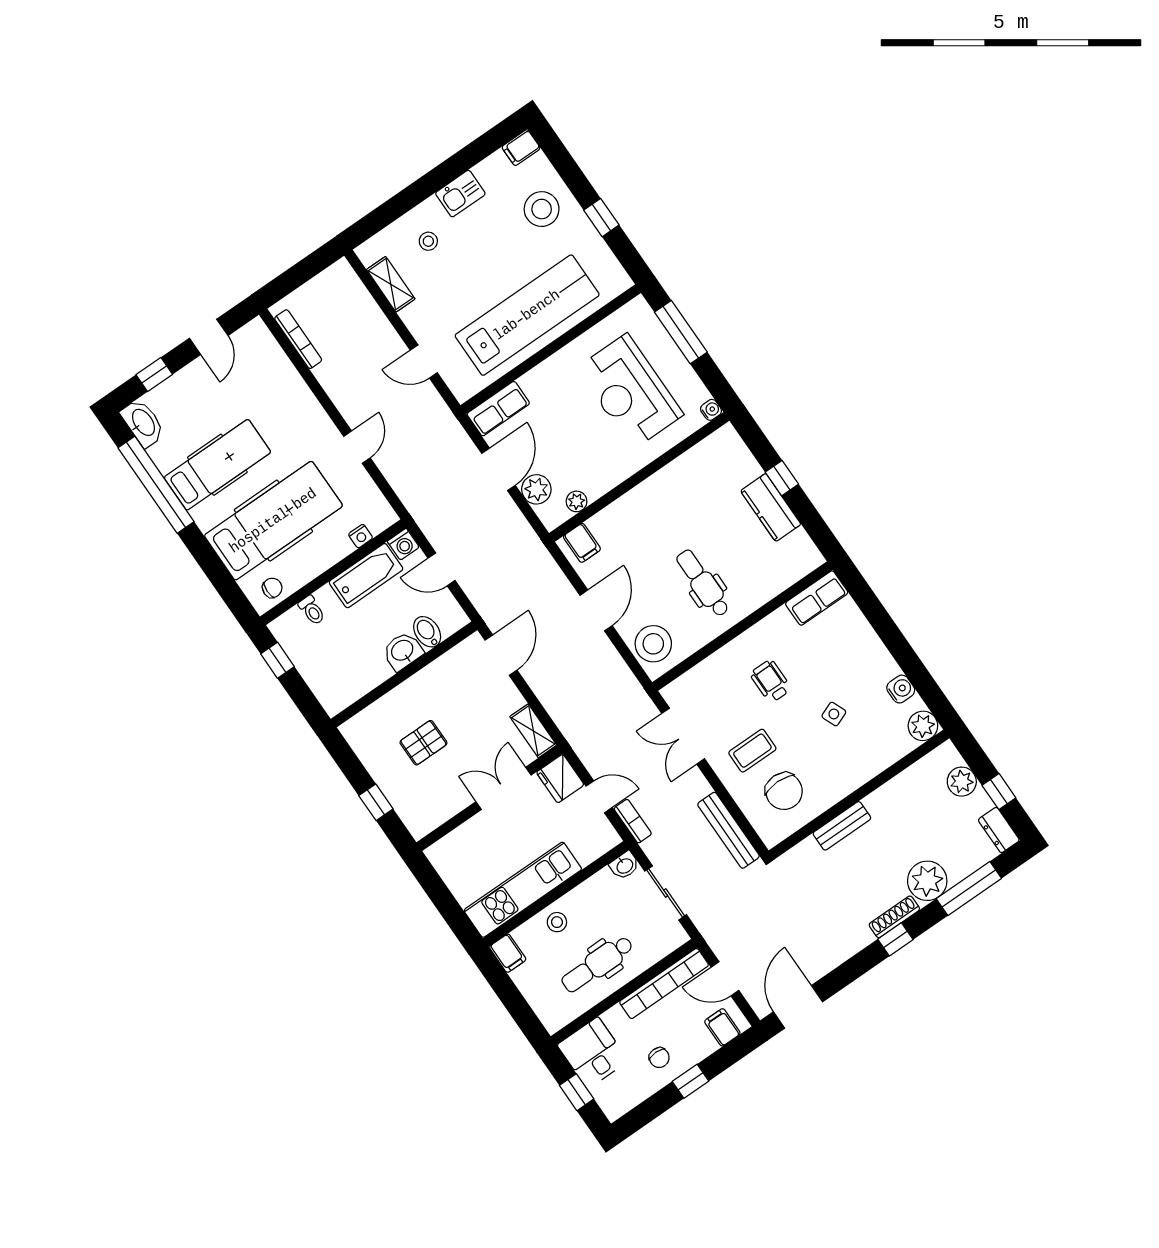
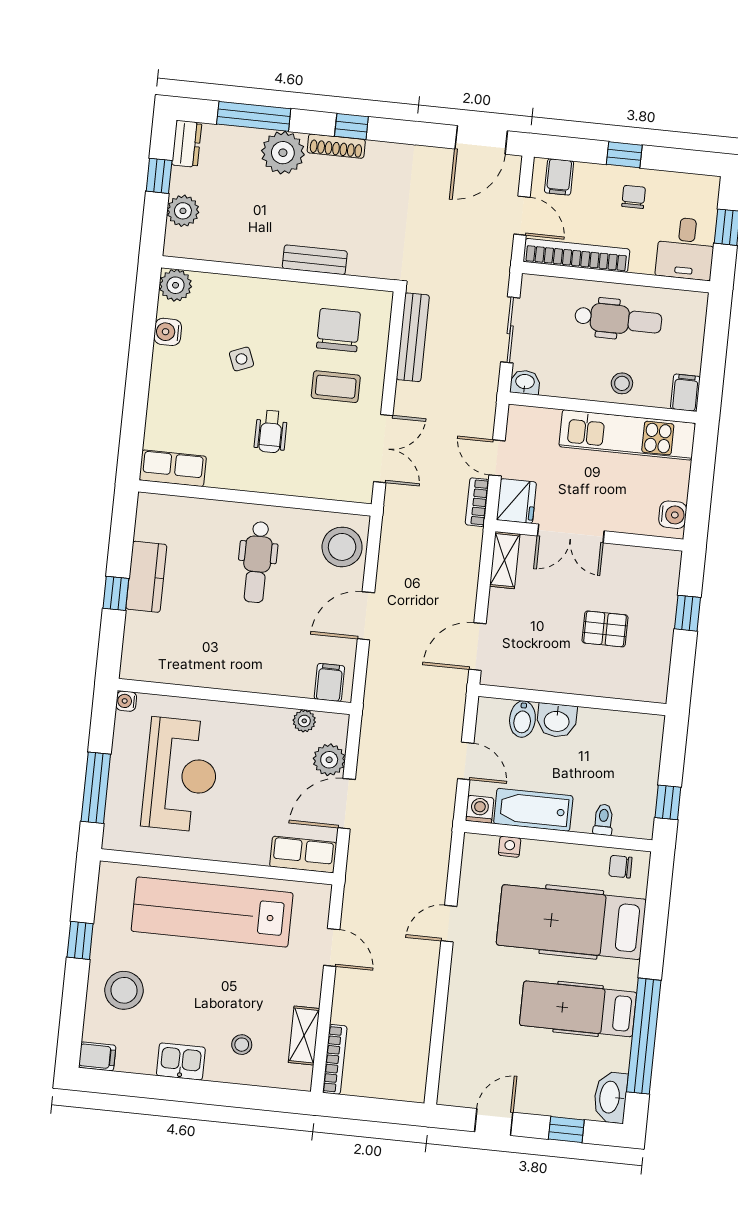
bookcase: (298, 339) -> (335, 1059), moved, turned 180
bookcase: (633, 821) -> (477, 502), moved
water cooler: (444, 862) -> (673, 515), added

